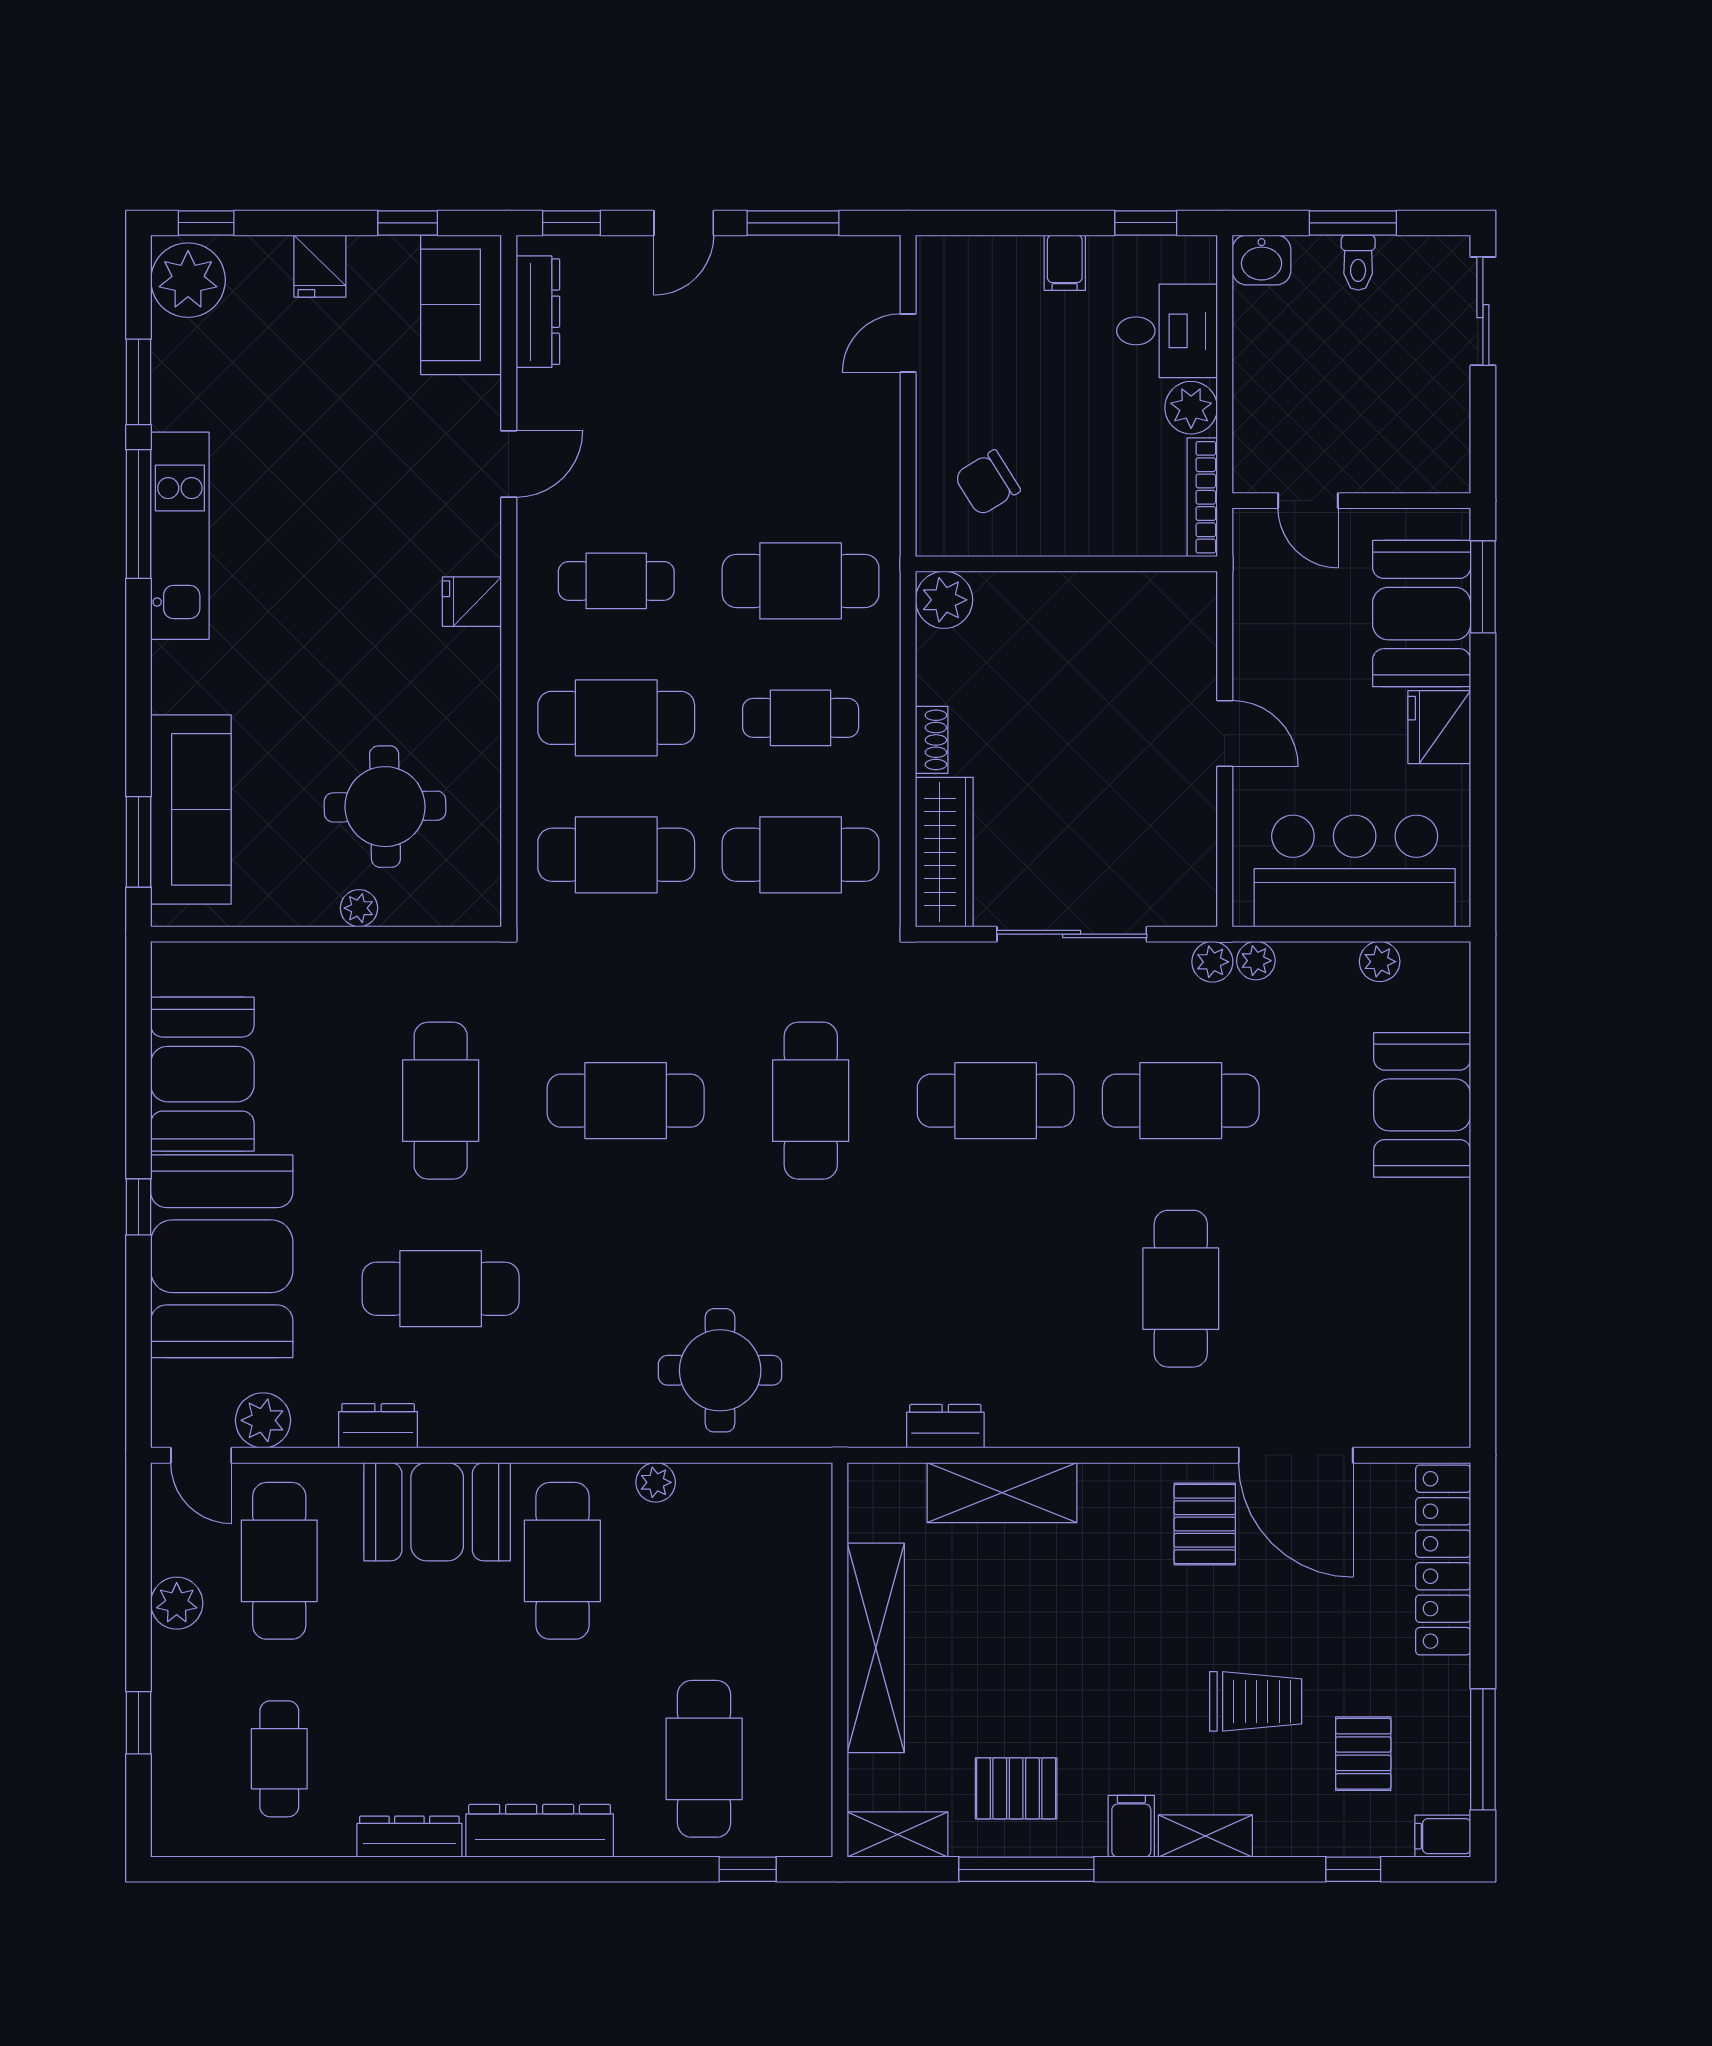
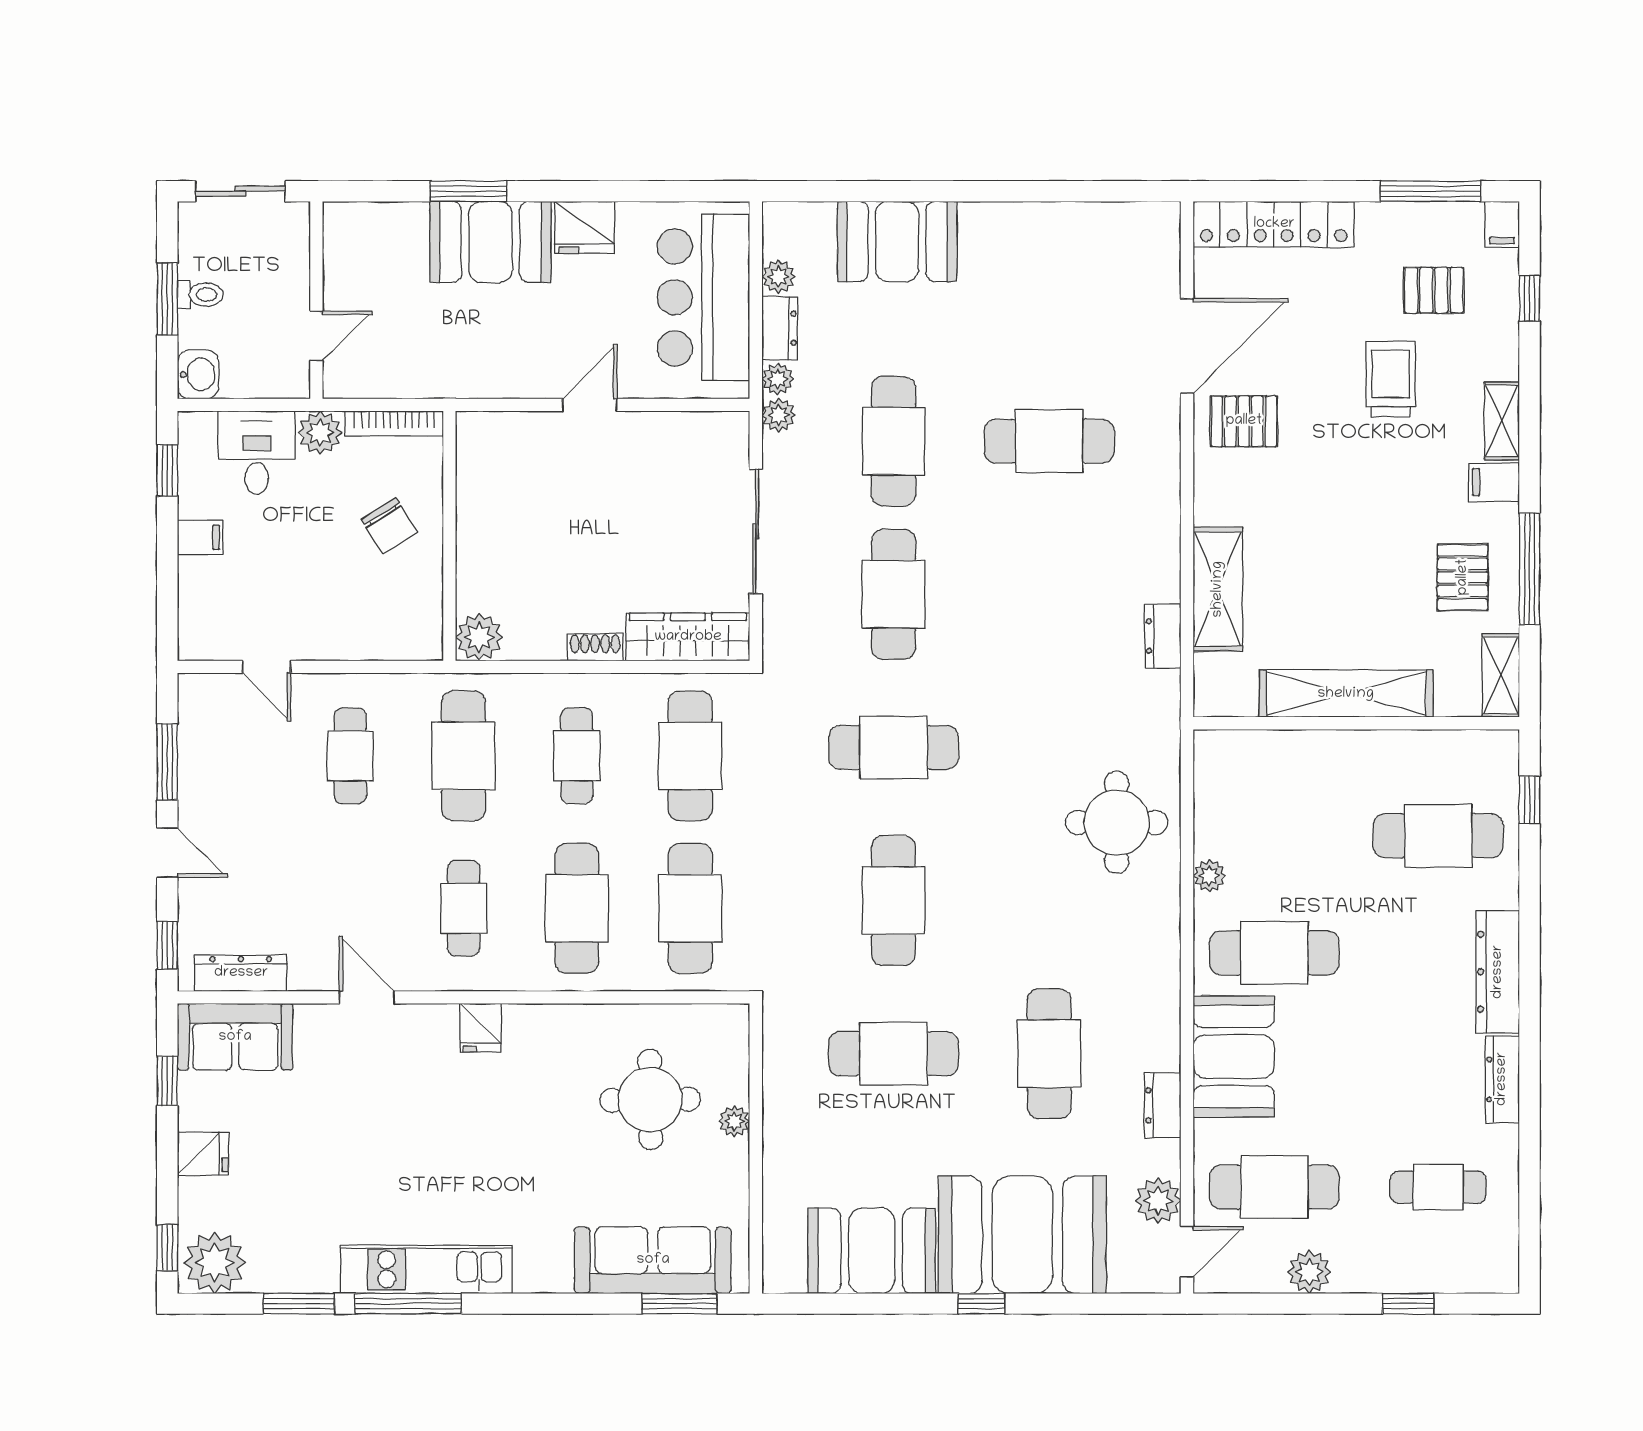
cafe table: (801, 444) -> (350, 756), added
chair: (987, 483) -> (390, 526), moved
door: (1308, 501) -> (316, 336), moved
wall: (1351, 501) -> (316, 300), moved
dresser: (1317, 963) -> (780, 328), added

